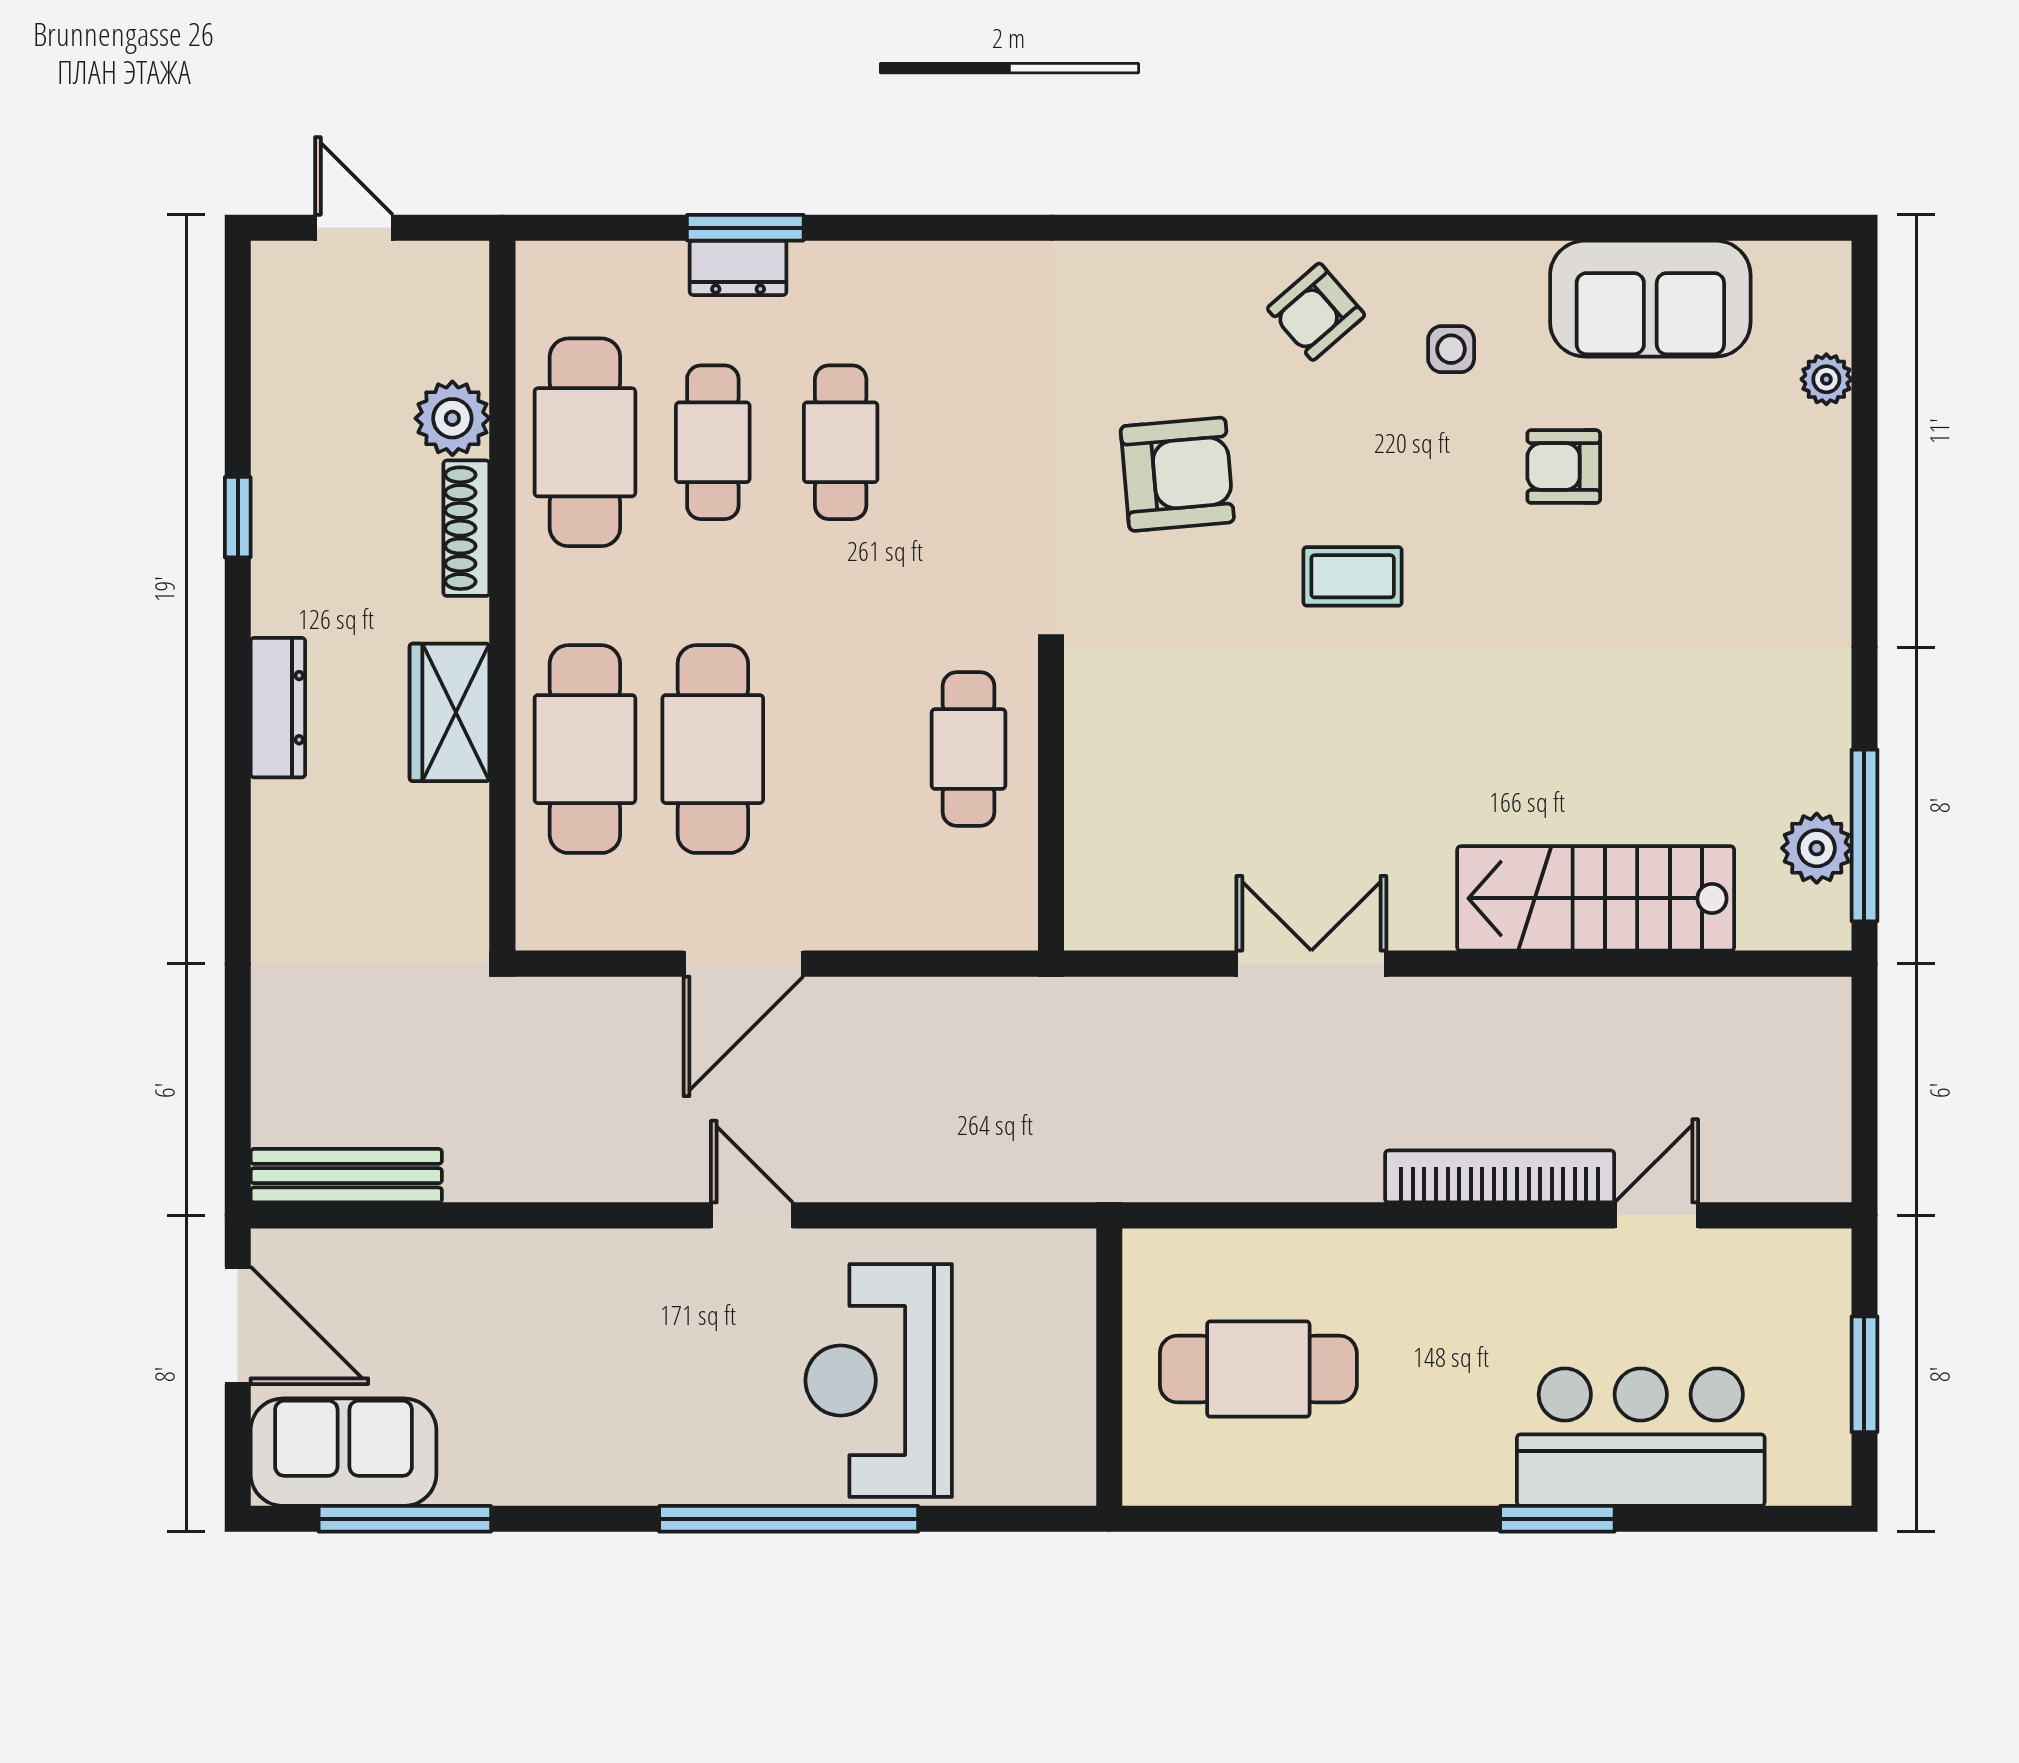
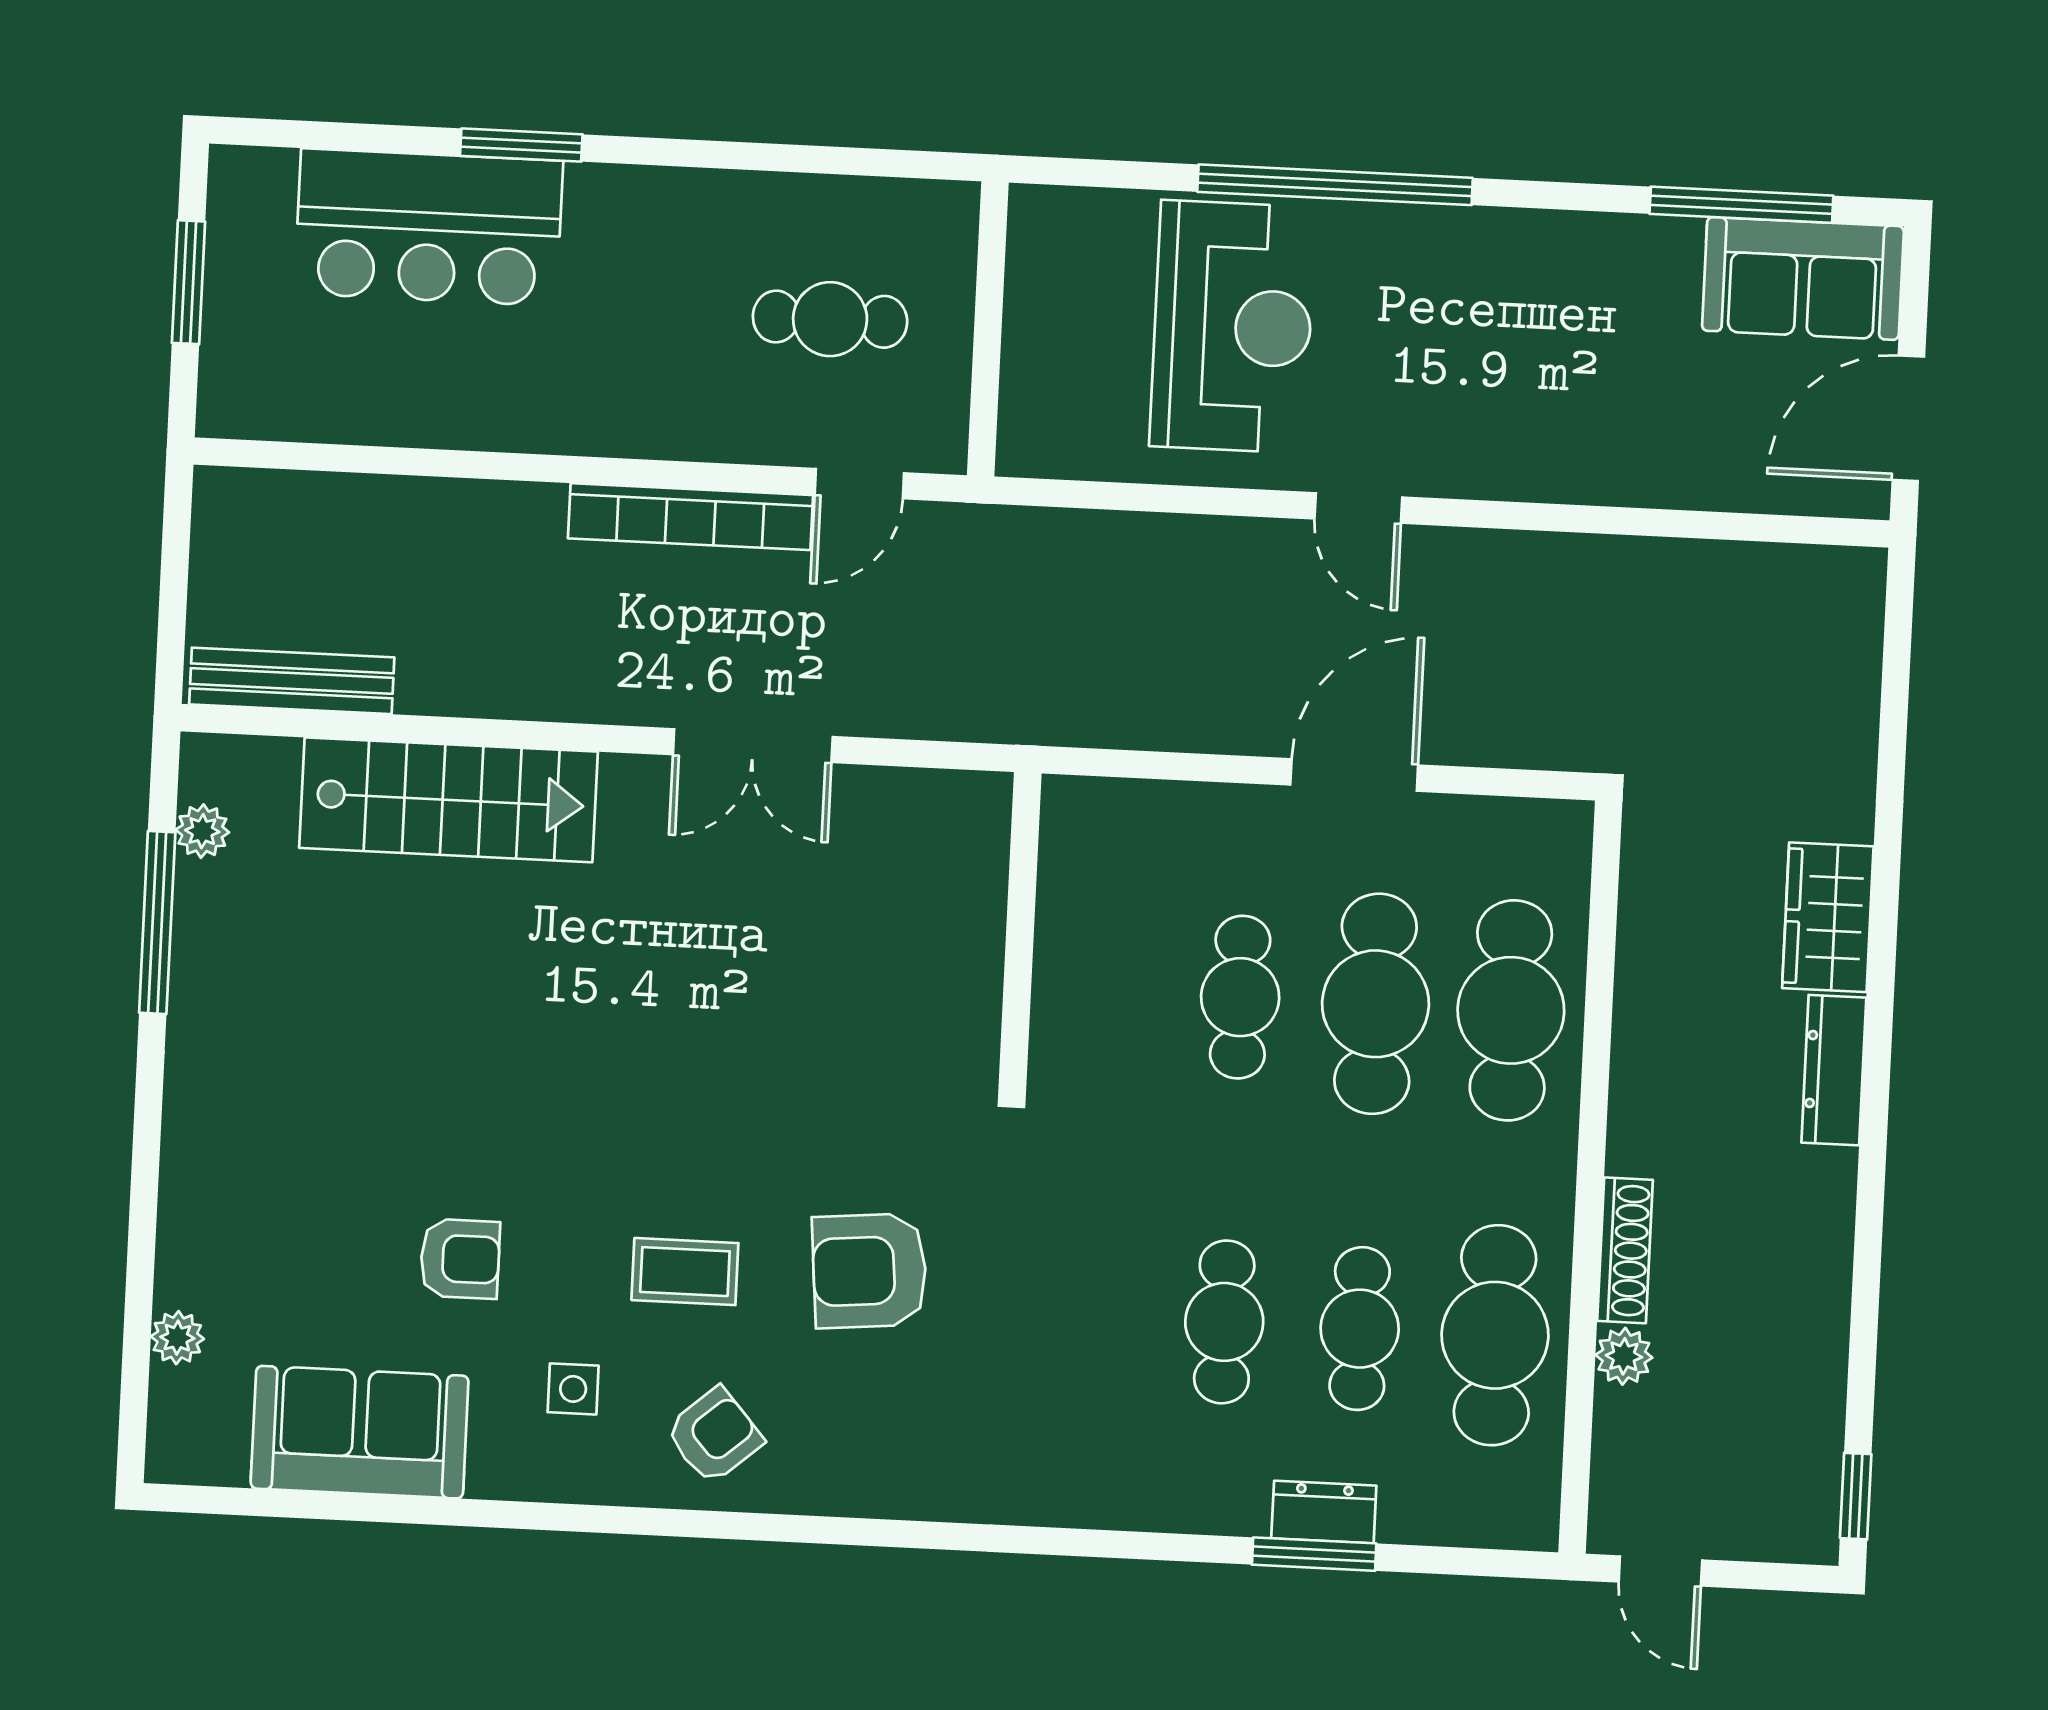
door: (354, 228) -> (1660, 1571), moved
plant: (452, 418) -> (1624, 1356), width x0.73, depth x0.73
window: (238, 517) -> (1856, 1496), moved
coffee table: (1353, 576) -> (685, 1272), moved
wardrobe: (450, 712) -> (1828, 917), moved, turned 180
cafe table: (968, 749) -> (1240, 997), moved
window: (1864, 835) -> (157, 923), moved
plant: (1817, 848) -> (202, 831), width x0.73, depth x0.73
bench: (346, 1176) -> (292, 681), moved
bookcase: (1500, 1176) -> (690, 517), moved
door: (1656, 1215) -> (859, 484), moved
door: (238, 1325) -> (1908, 418), hinge flipped
cafe table: (1258, 1369) -> (830, 319), width x0.73, depth x0.74

